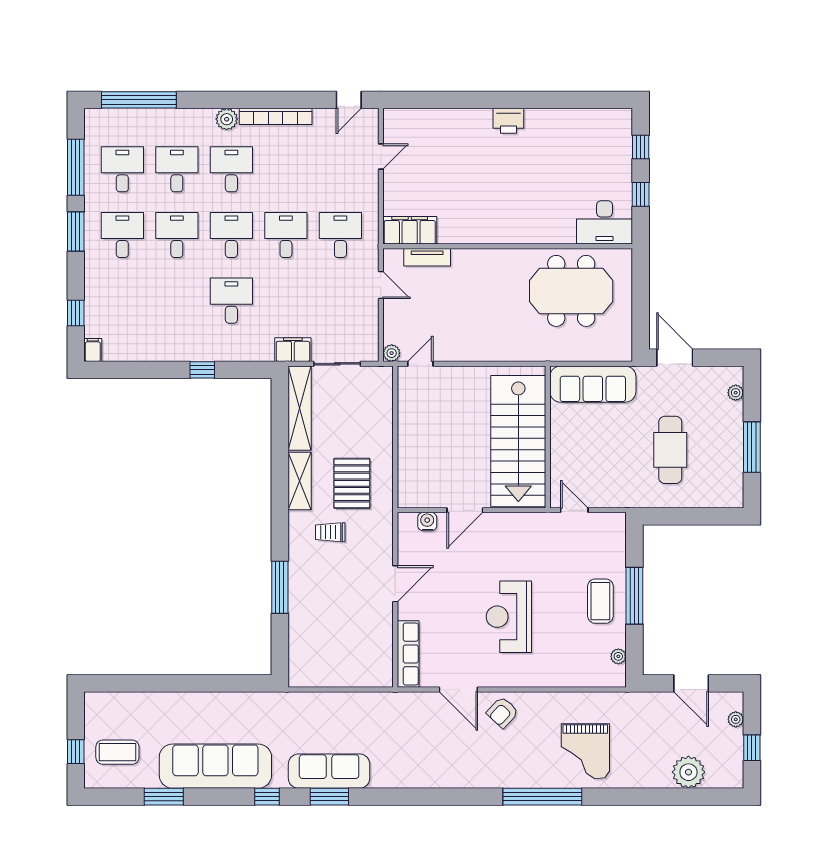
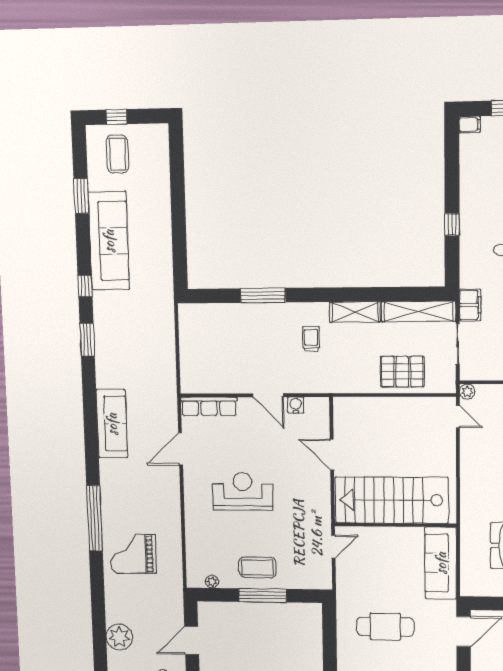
pallet: (352, 483) -> (402, 372), moved
water cooler: (427, 522) -> (296, 405), moved, turned -90
armchair: (502, 712) -> (163, 486), removed
sofa: (329, 771) -> (112, 424), moved

